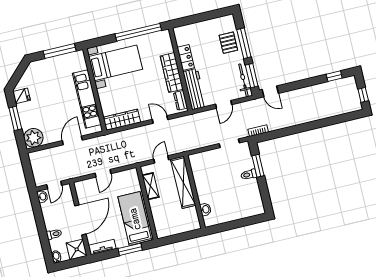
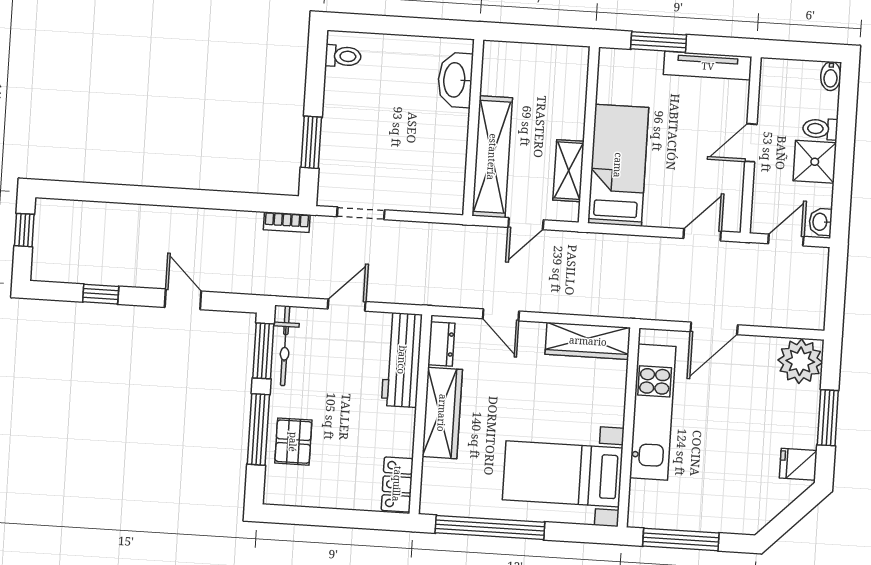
locker: (186, 58) -> (397, 484), moved
window: (334, 76) -> (101, 294), moved
door: (270, 91) -> (183, 299), moved
door: (103, 173) -> (702, 235), moved
toilet: (249, 175) -> (343, 56), moved
washbasin: (205, 209) -> (455, 80), width x1.91, depth x1.45
bed: (135, 219) -> (618, 165), moved, turned 180
door: (80, 220) -> (751, 143), width x0.53
tv unit: (102, 247) -> (708, 66), width x1.41
shower: (77, 249) -> (815, 162), moved

